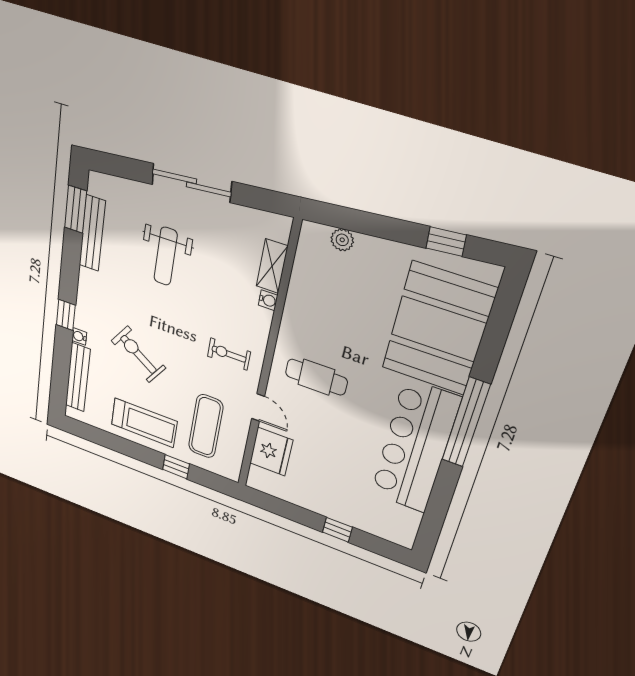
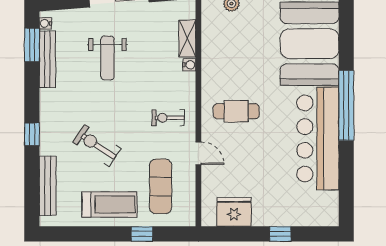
water cooler: (79, 336) -> (45, 23), moved
fridge: (271, 452) -> (234, 212), moved, turned -90

